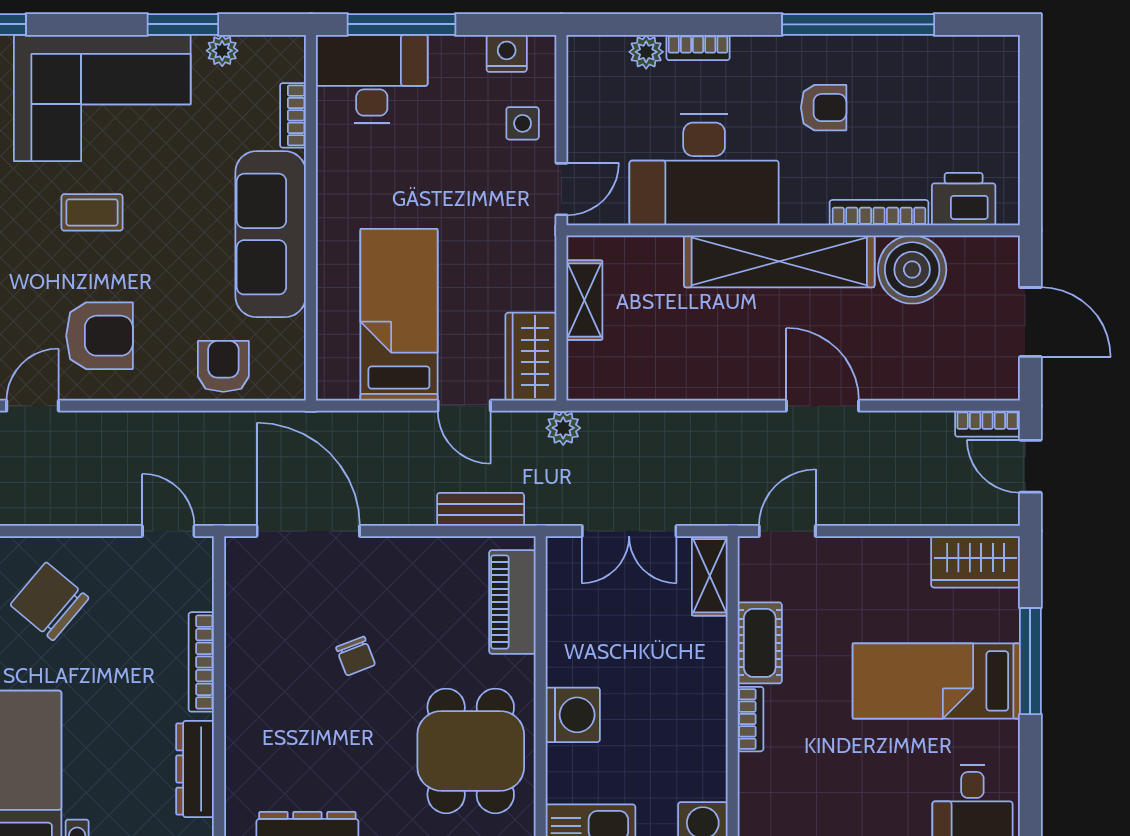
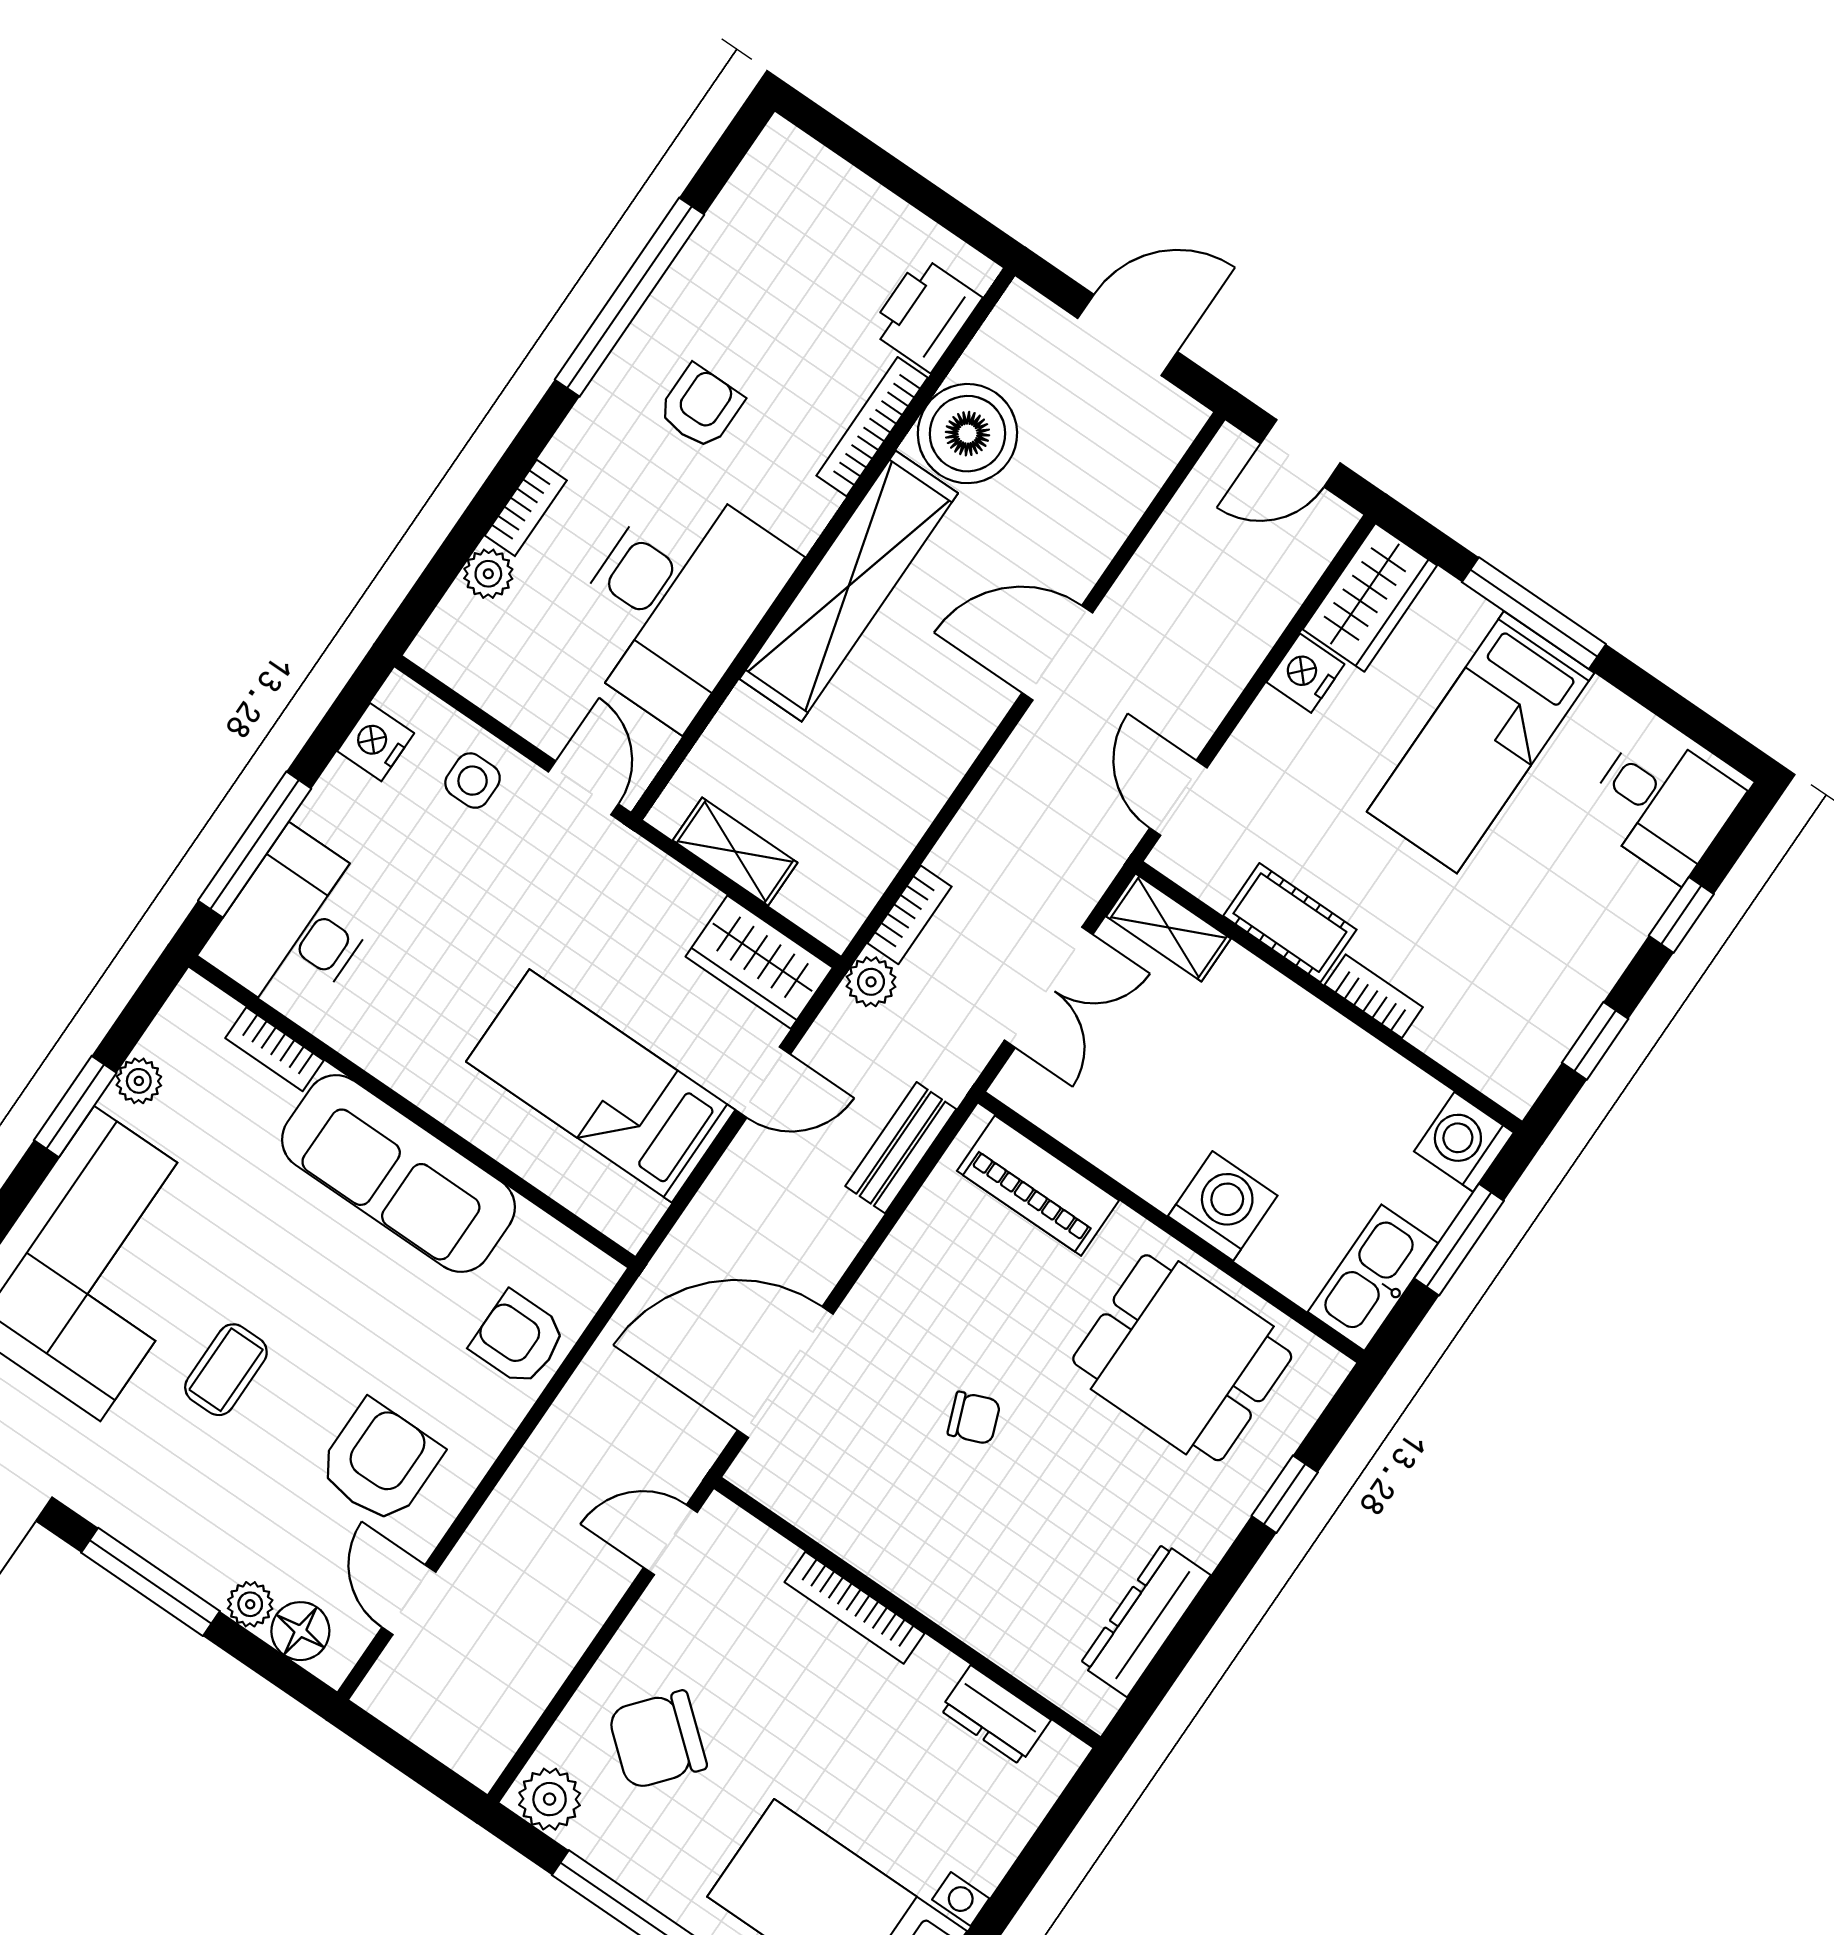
bookcase: (987, 424) -> (909, 915), moved
nightstand: (907, 555) -> (1306, 673), added
dresser: (195, 769) -> (995, 1715), width x0.70

